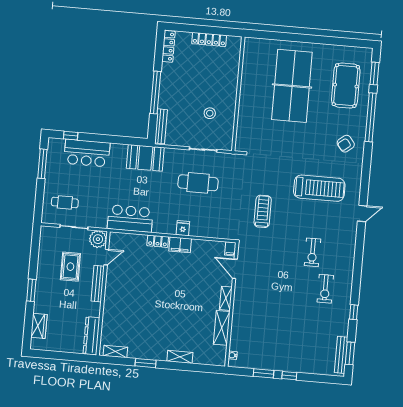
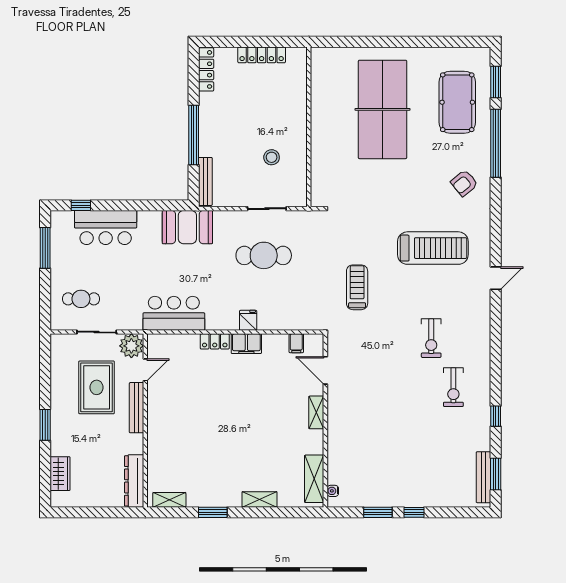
filing cabinet: (230, 249) -> (296, 343), moved
rug: (70, 267) -> (97, 387), width x1.36, depth x1.43
shelving: (222, 328) -> (314, 479), moved

